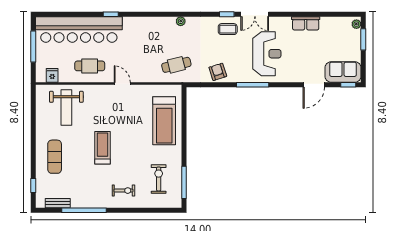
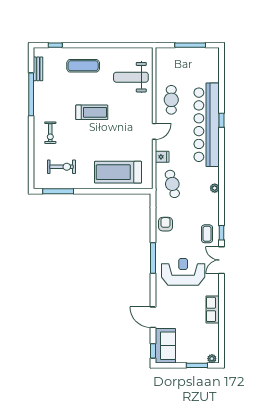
bar counter: (79, 29) -> (207, 125), moved
reception desk: (267, 54) -> (183, 272), turned 180
armchair: (218, 72) -> (166, 224), turned -72
fridge: (52, 75) -> (162, 157), moved

